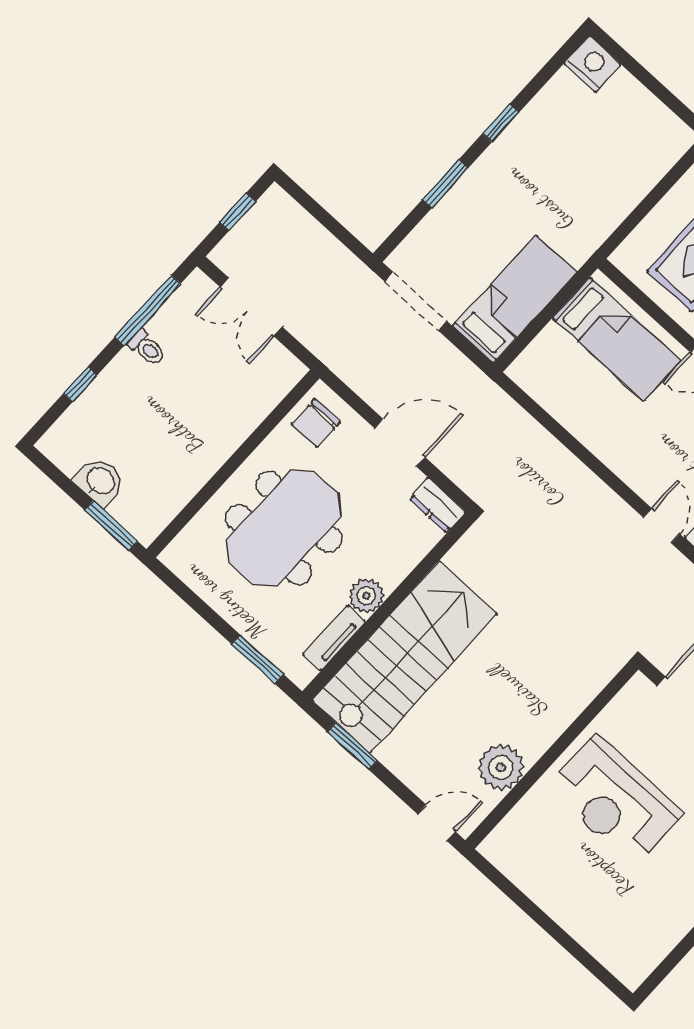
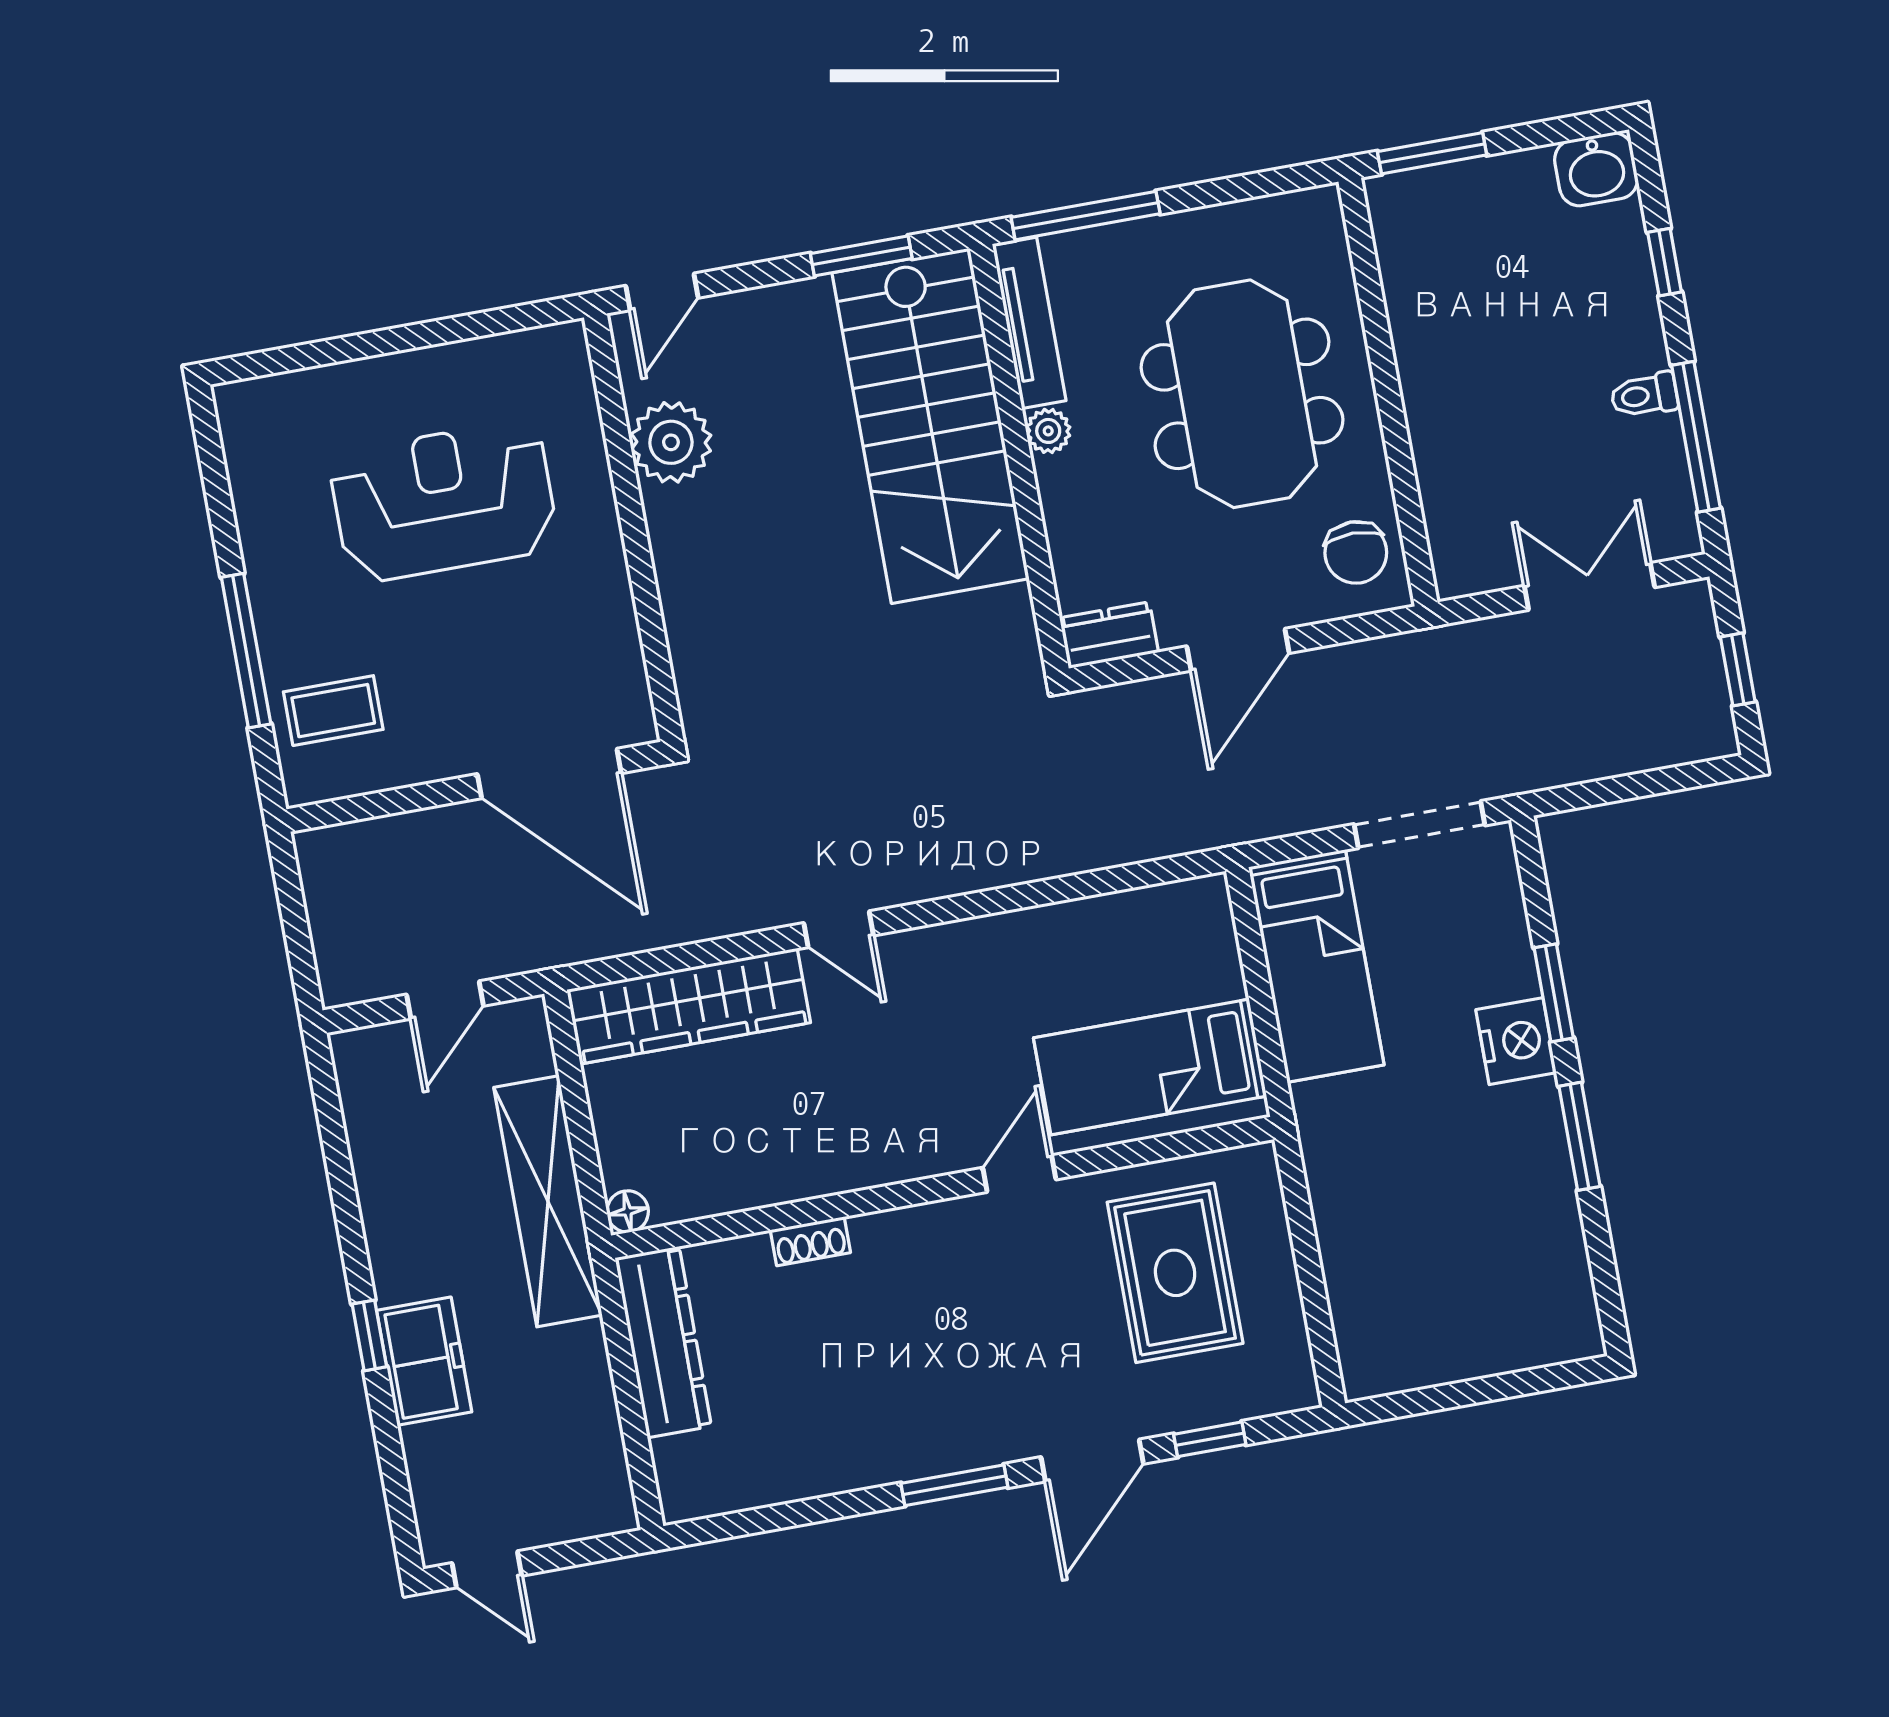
nightstand: (592, 64) -> (1516, 1041), moved, turned -90
window: (501, 123) -> (1580, 1136), width x1.50
chair: (316, 423) -> (1356, 552), turned 180
washbasin: (100, 481) -> (1596, 169), moved
plant: (366, 596) -> (1048, 431), width x0.73, depth x0.73
tv unit: (334, 638) -> (1029, 323), width x1.41
window: (258, 659) -> (1086, 216), width x1.44
reception desk: (615, 801) -> (444, 501), moved

